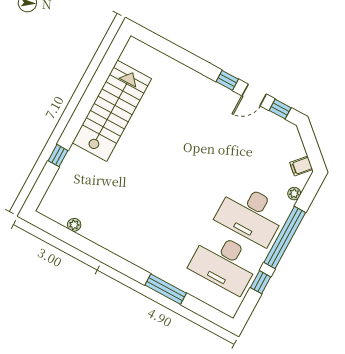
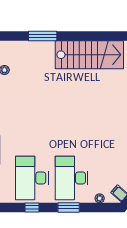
window: (58, 156) -> (43, 36), width x2.17
window: (285, 238) -> (69, 207), width x0.47

